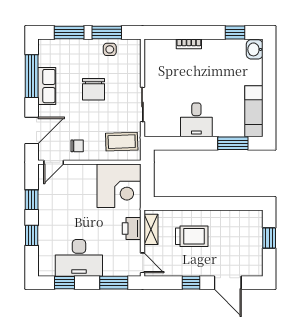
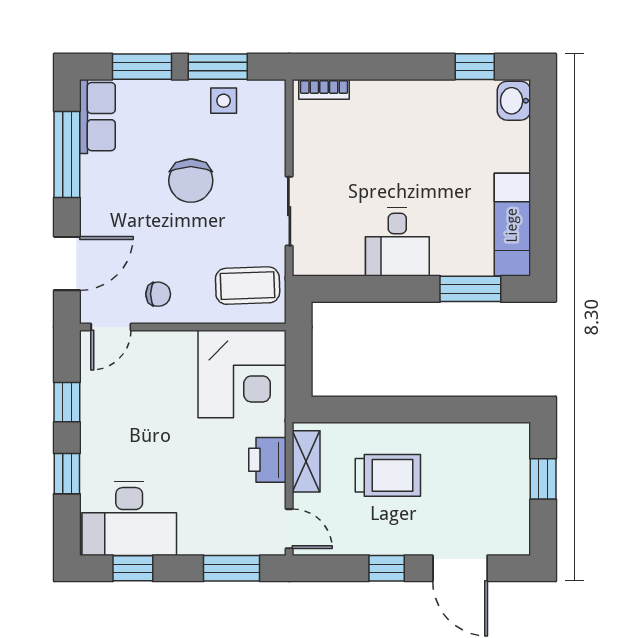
bookcase: (189, 44) -> (324, 89), moved
row of seats: (47, 86) -> (97, 117), moved
desk: (79, 258) -> (129, 519), moved

